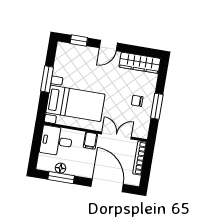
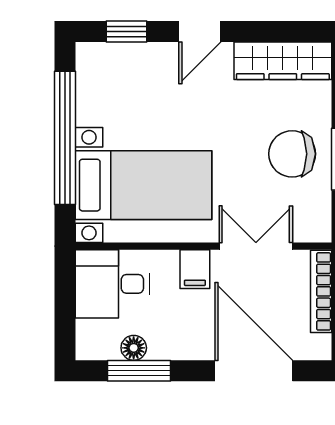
window: (47, 79) -> (65, 138), width x2.11
chair: (137, 101) -> (292, 154), width x1.87, depth x1.87

